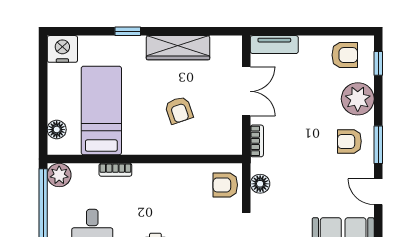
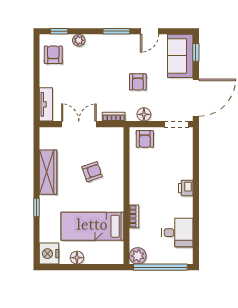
plant: (358, 99) -> (79, 40), width x0.53, depth x0.53
floor lamp: (57, 130) -> (77, 258), moved
armchair: (349, 141) -> (138, 82), moved

